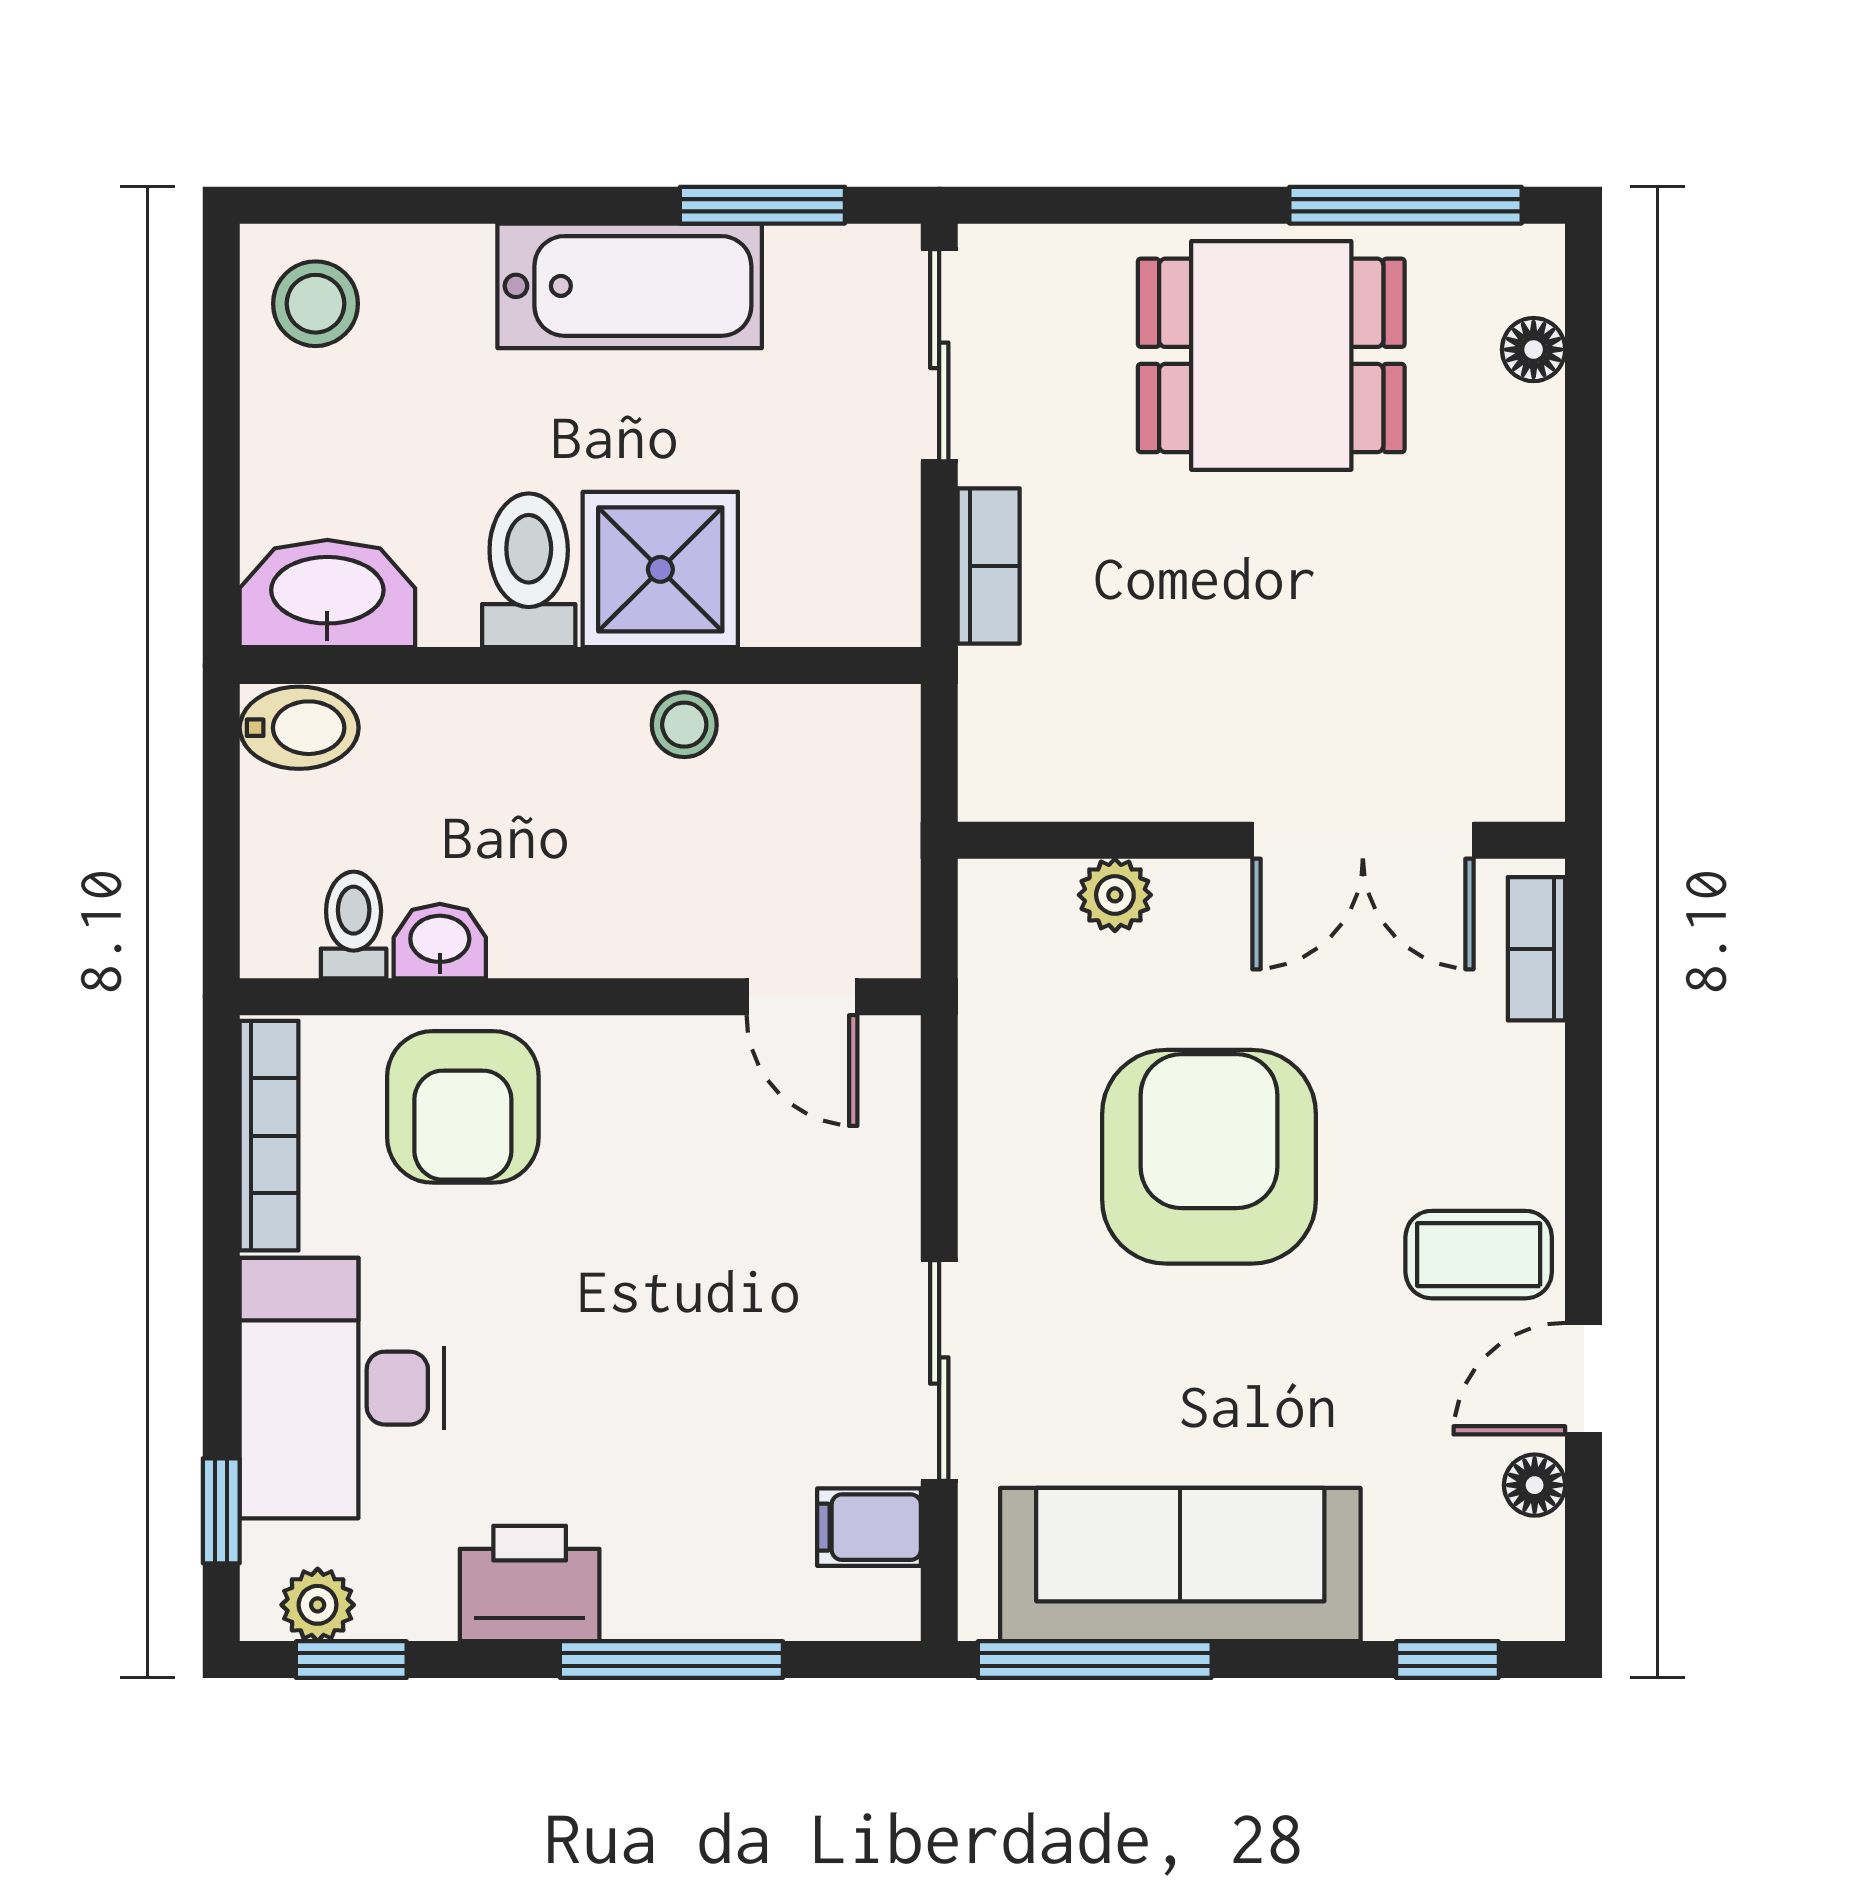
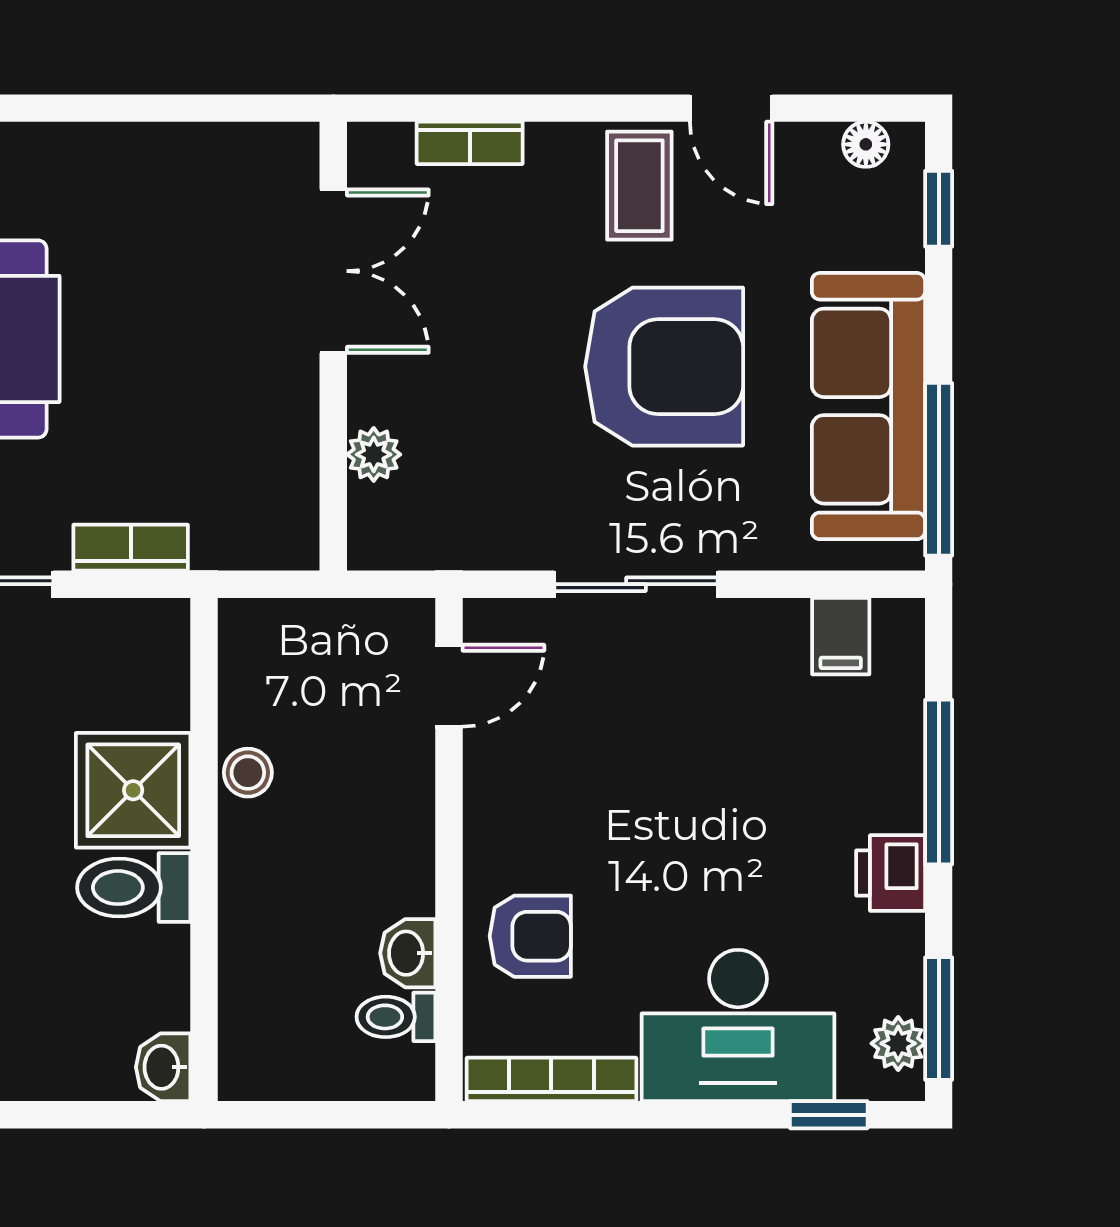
washbasin: (327, 593) -> (163, 1067), width x0.52, depth x0.69
bidet: (299, 728) -> (250, 1057), removed
bookcase: (1537, 949) -> (470, 143), moved
armchair: (463, 1107) -> (530, 936), width x0.72, depth x0.72
armchair: (1209, 1157) -> (664, 367), moved, turned 180
sliding door: (939, 1371) -> (636, 584), moved
floor lamp: (1535, 1485) -> (866, 144), moved
printer: (530, 1583) -> (891, 873), width x0.73, depth x0.81
window: (351, 1660) -> (939, 1019), width x1.50

